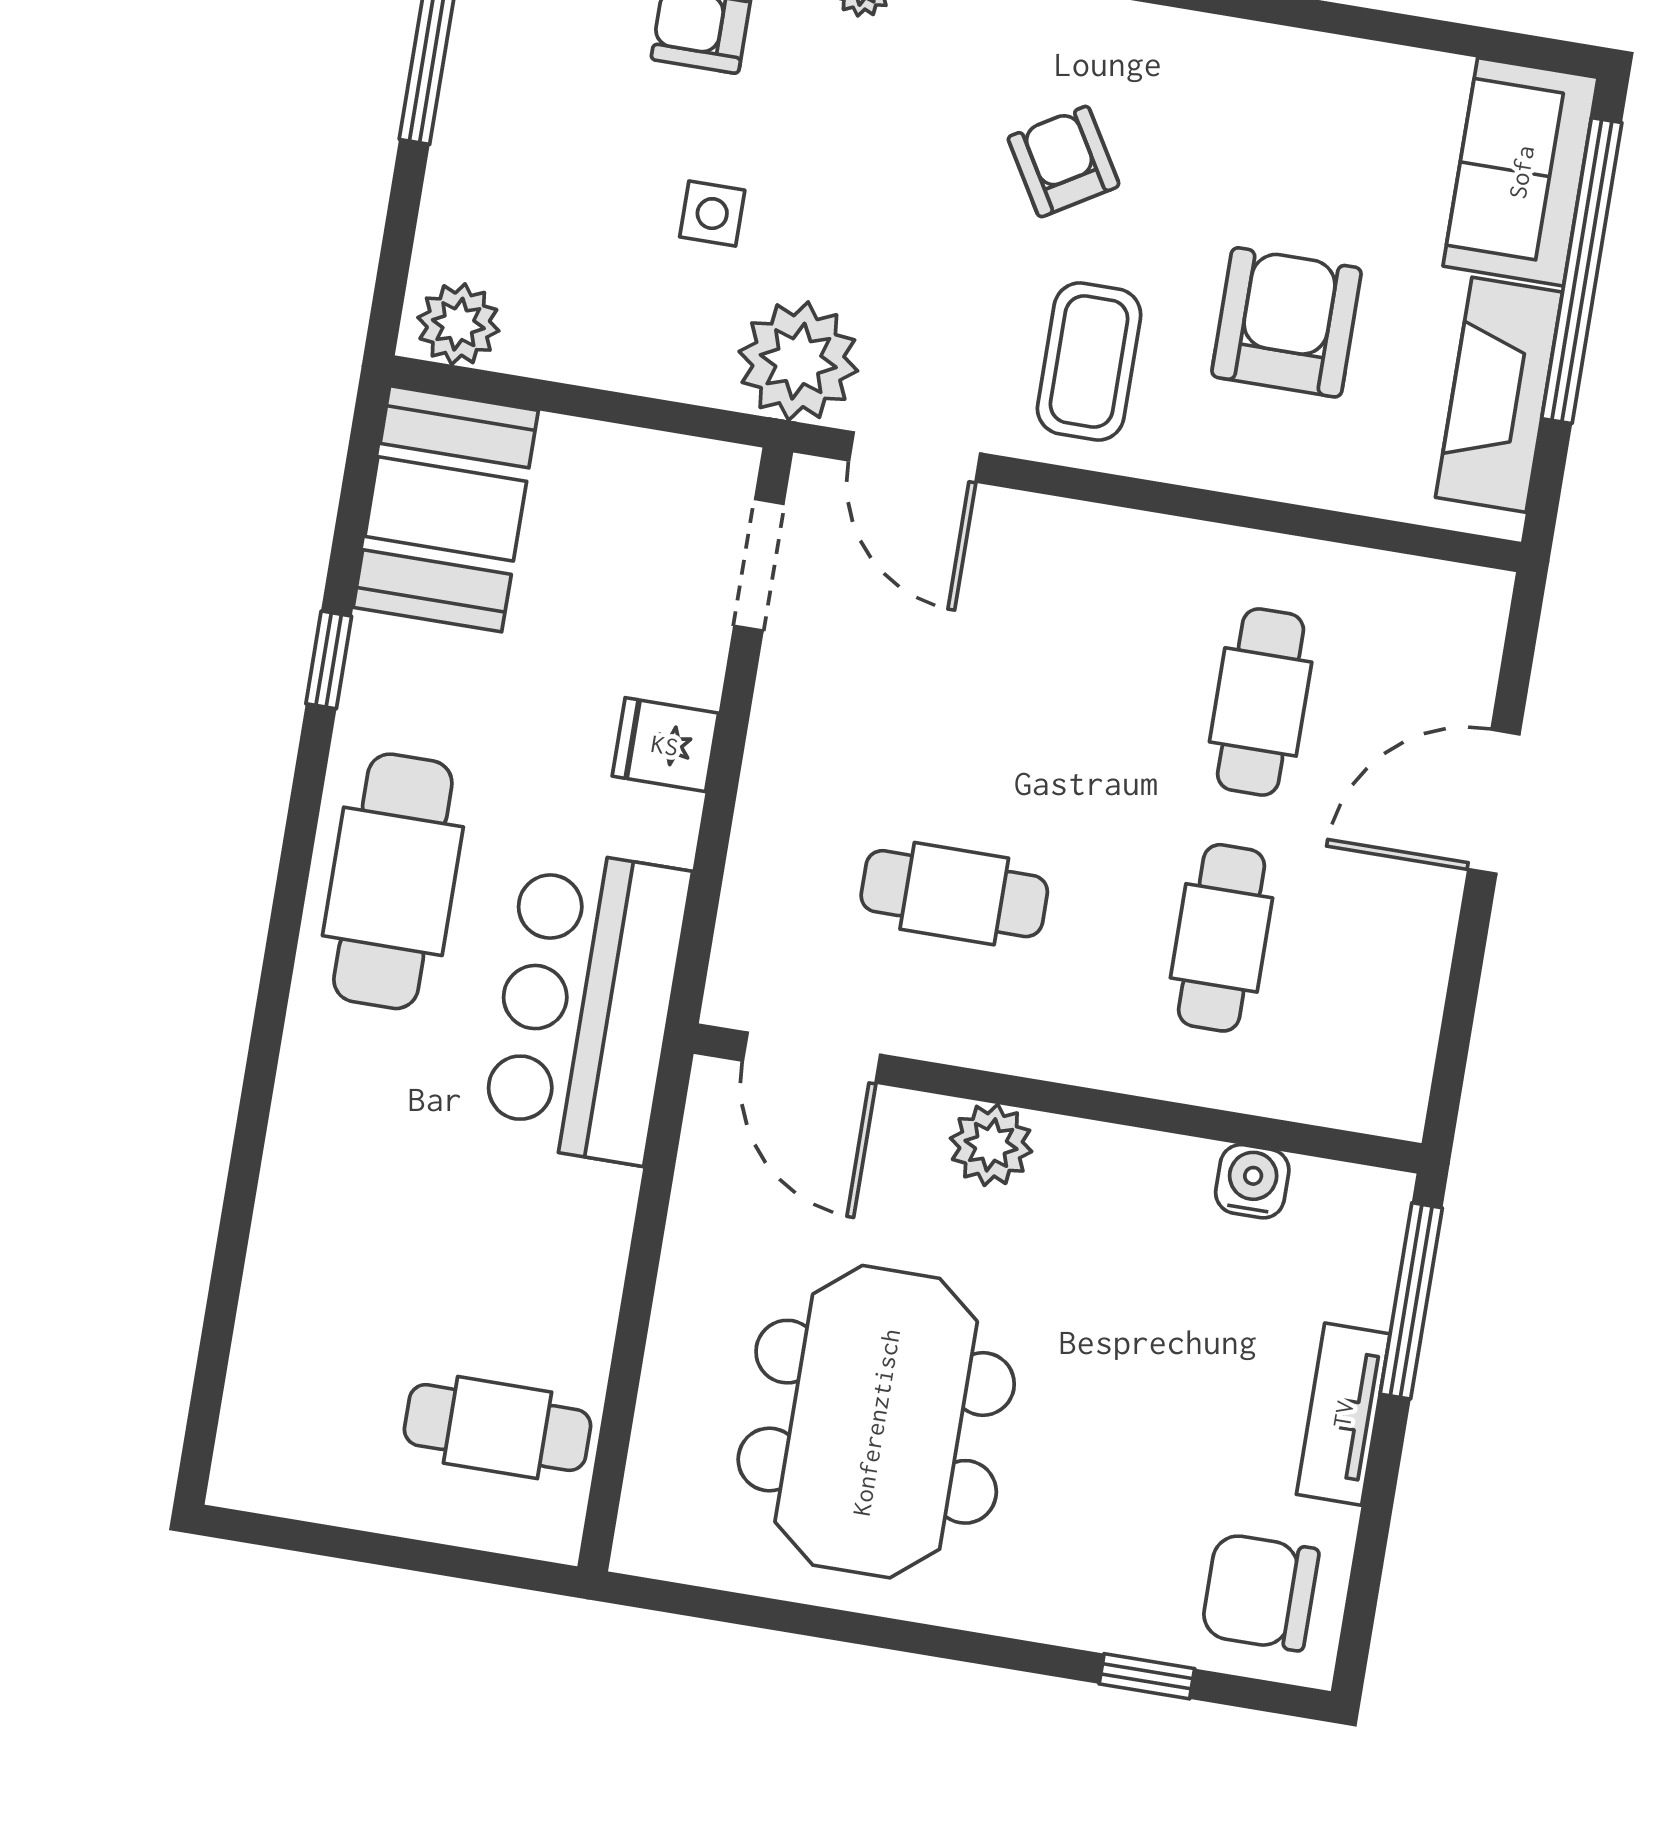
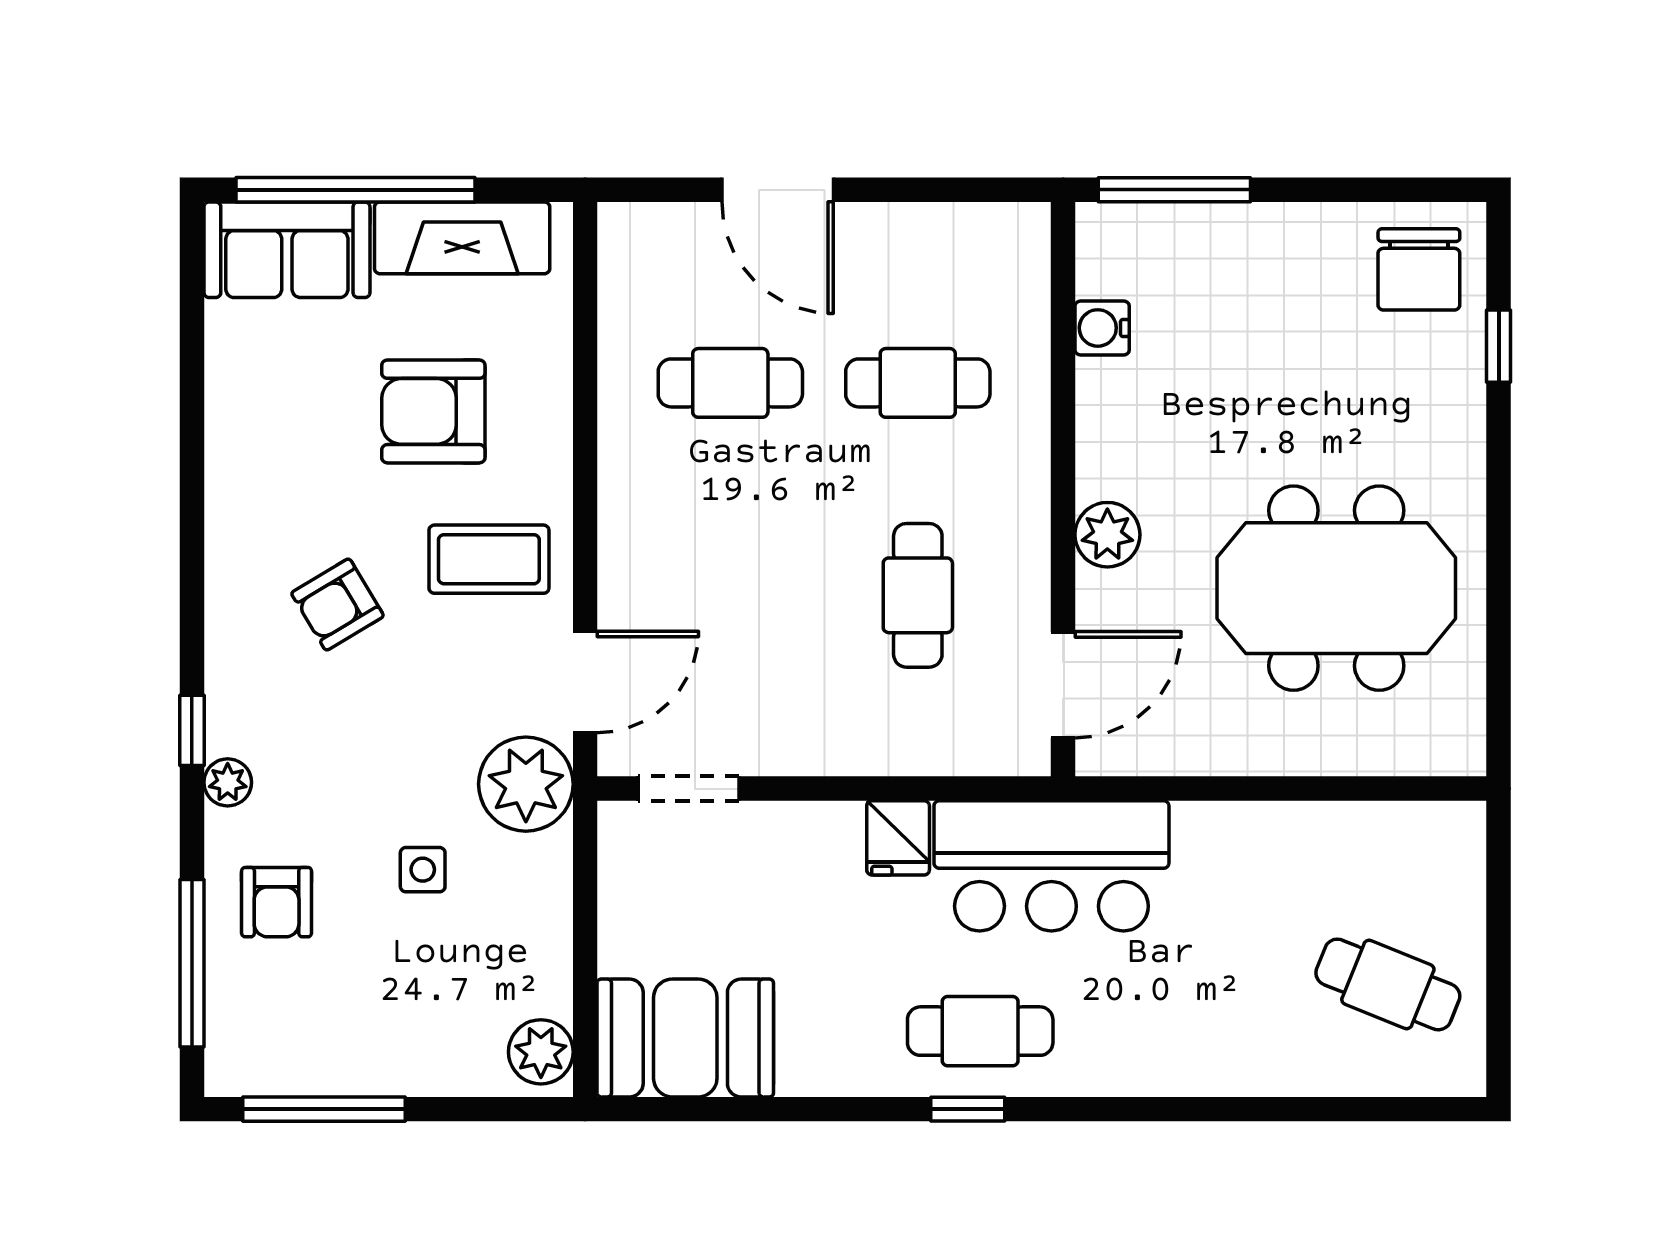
window: (329, 660) -> (968, 1109), moved
fridge: (665, 745) -> (898, 838), moved
cafe table: (393, 881) -> (980, 1031), width x0.73, depth x0.74
tv unit: (1343, 1414) -> (1271, 228), removed
cafe table: (497, 1428) -> (1388, 984), moved, turned -68

